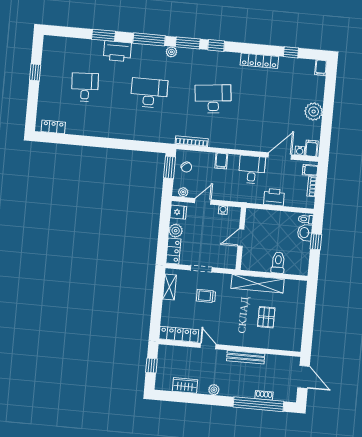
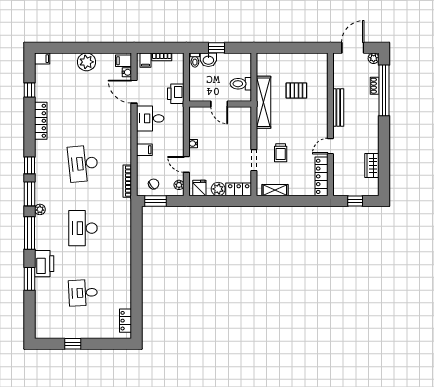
door: (241, 238) -> (219, 104), moved
wall: (241, 239) -> (220, 104), moved
plant: (214, 390) -> (374, 58), moved

